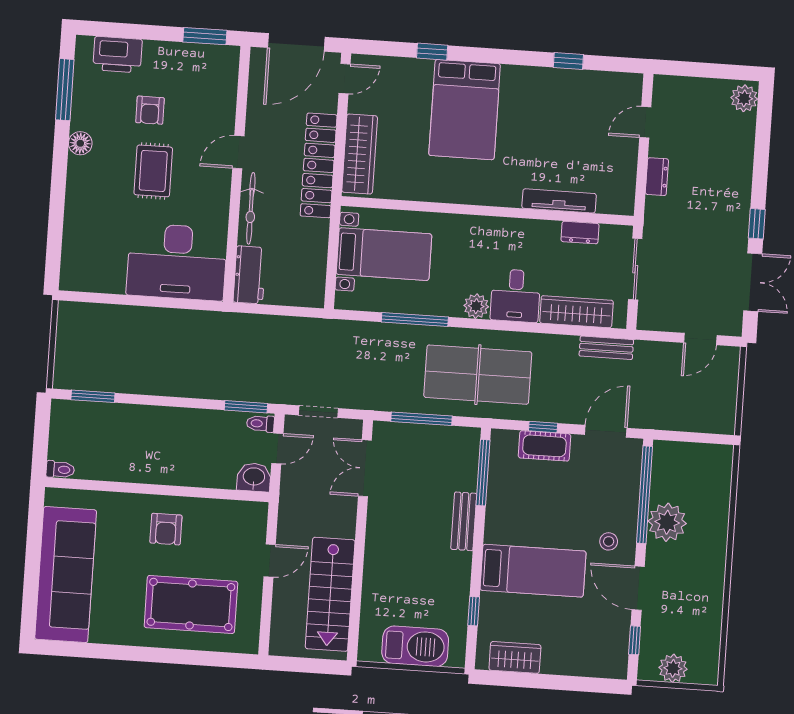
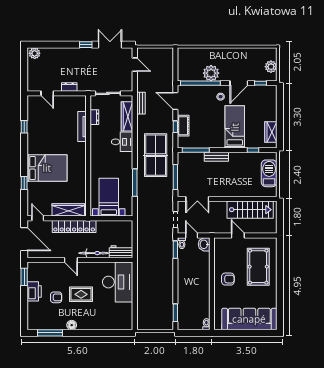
printer: (118, 55) -> (34, 291), moved
plant: (476, 306) -> (128, 158), removed

